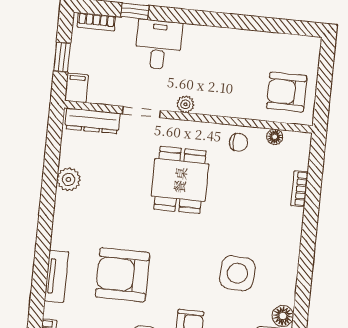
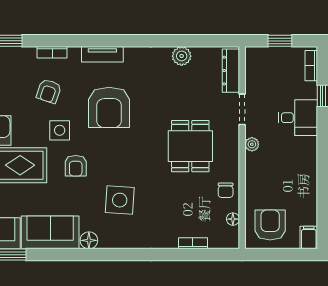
filing cabinet: (77, 88) -> (309, 238), moved, turned -90
dining table: (180, 180) -> (190, 146), turned 90
armchair: (122, 275) -> (109, 107), turned 180

